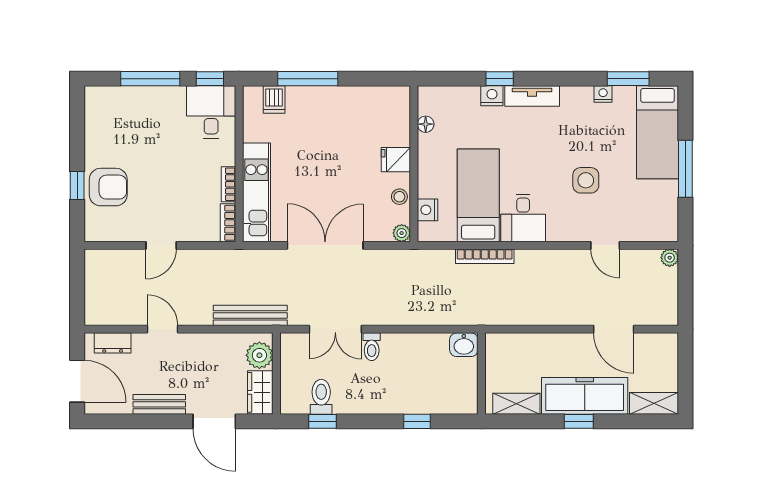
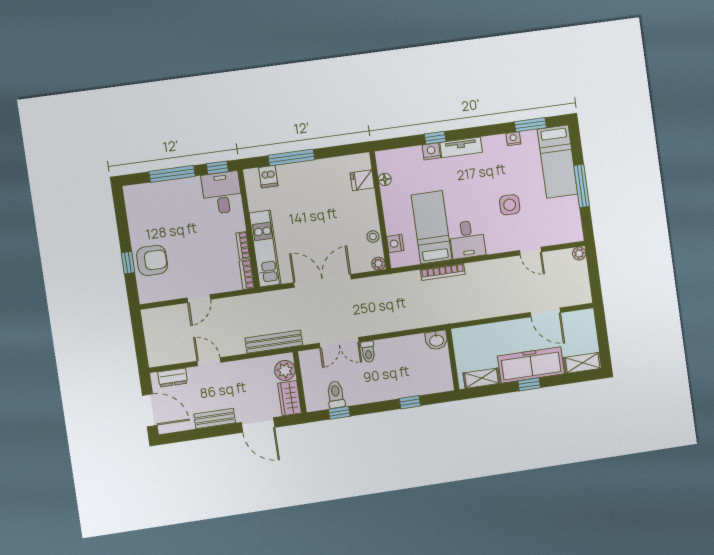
fridge: (396, 160) -> (362, 180), moved

